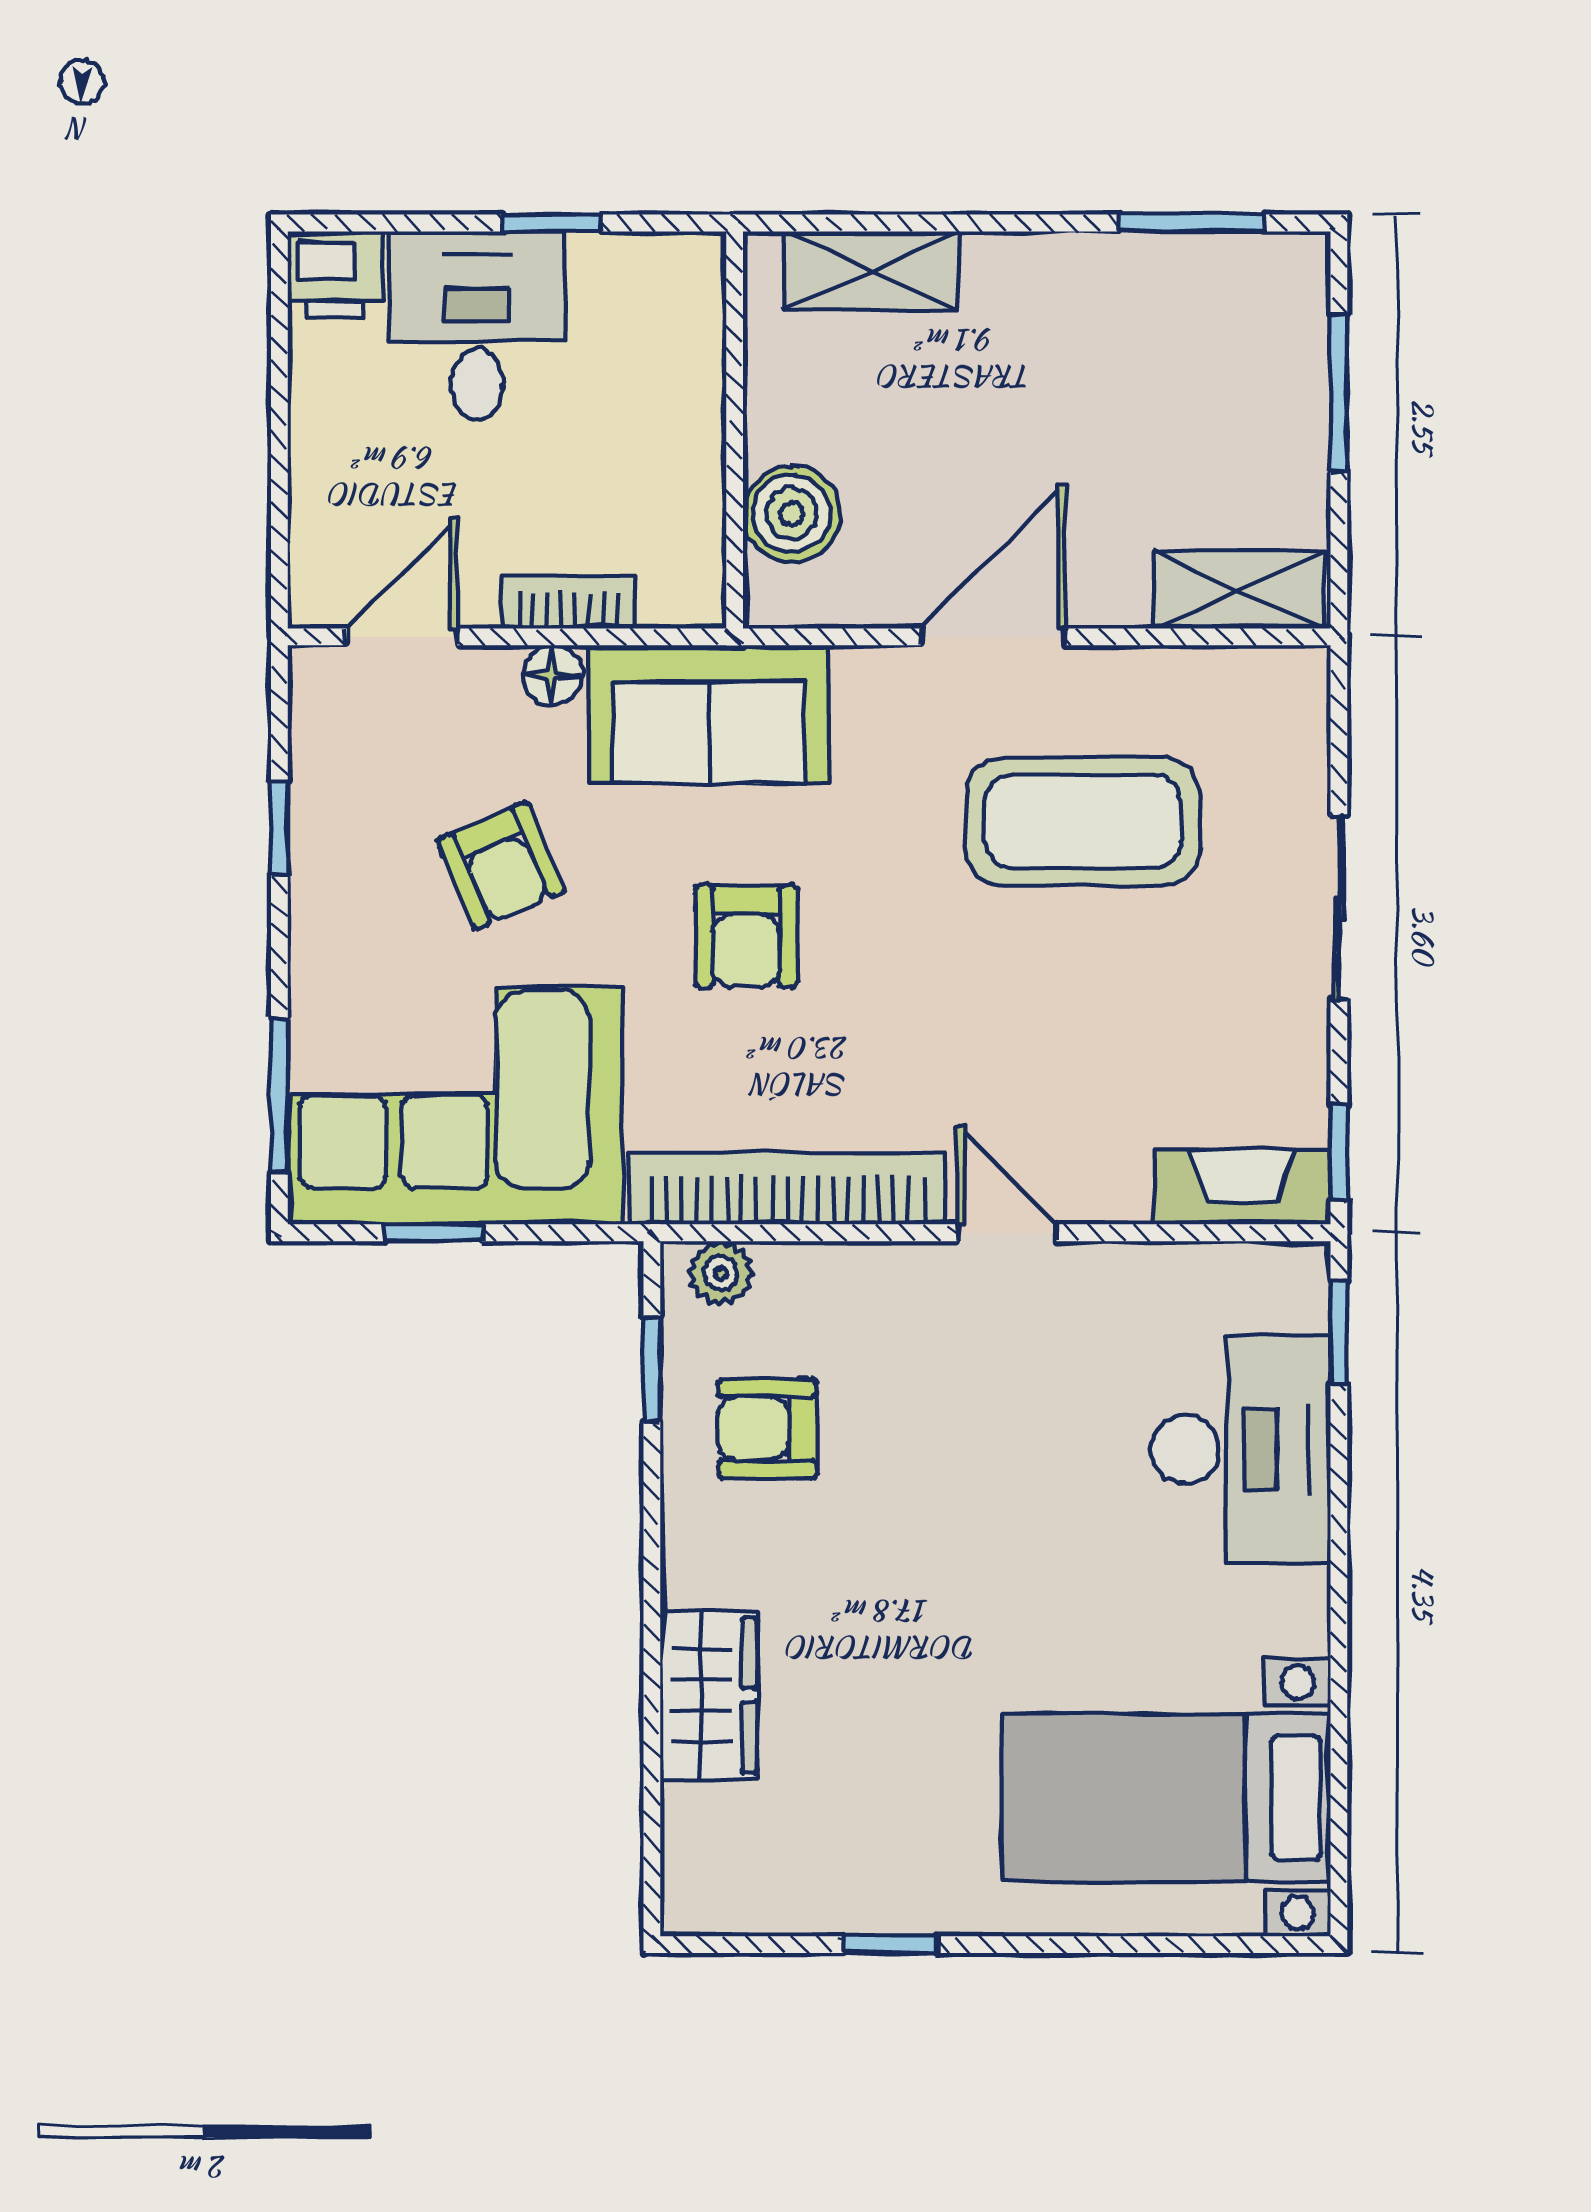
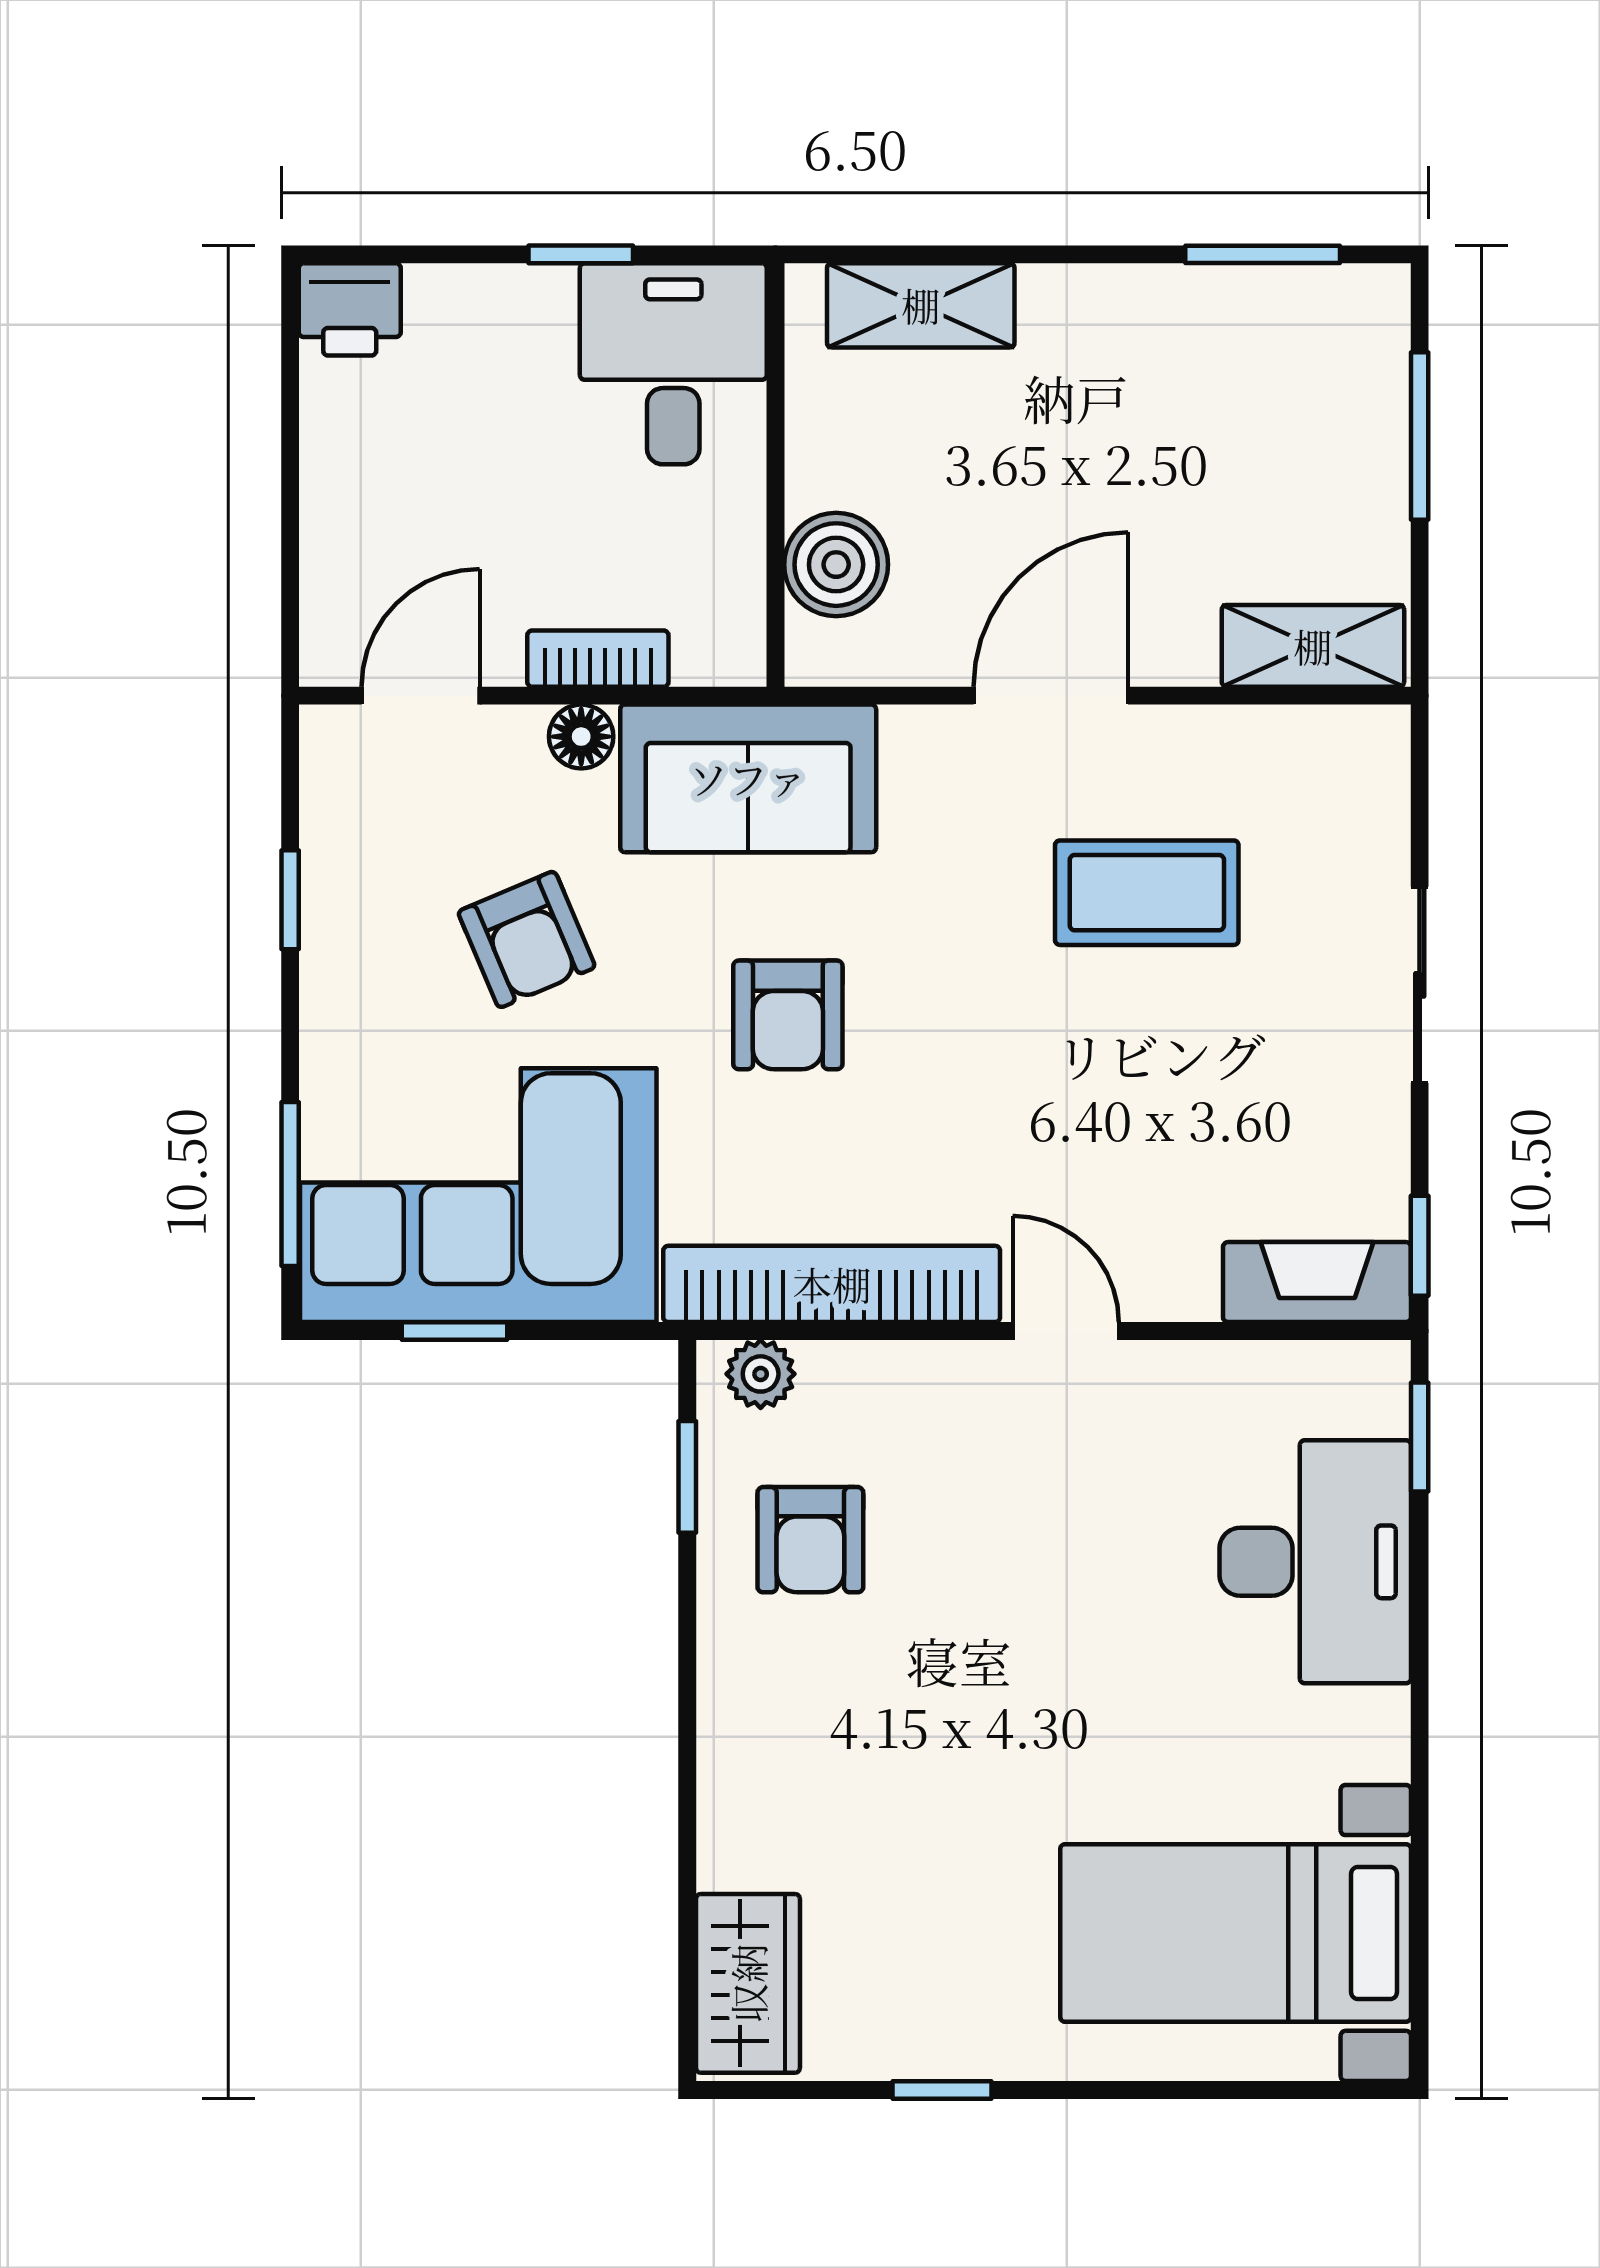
desk: (477, 326) -> (673, 364), moved
coffee table: (1083, 822) -> (1147, 893), width x0.73, depth x0.76
armchair: (767, 1429) -> (810, 1540), turned -90
wardrobe: (709, 1695) -> (748, 1983), moved

